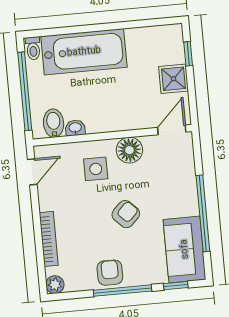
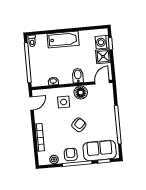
washing machine: (172, 51) -> (102, 42), added
bathtub: (84, 52) -> (63, 39), width x0.73, depth x0.73
bidet: (54, 123) -> (78, 76), moved
sofa: (185, 249) -> (100, 151), moved, turned 90
plant: (55, 285) -> (54, 159), moved

